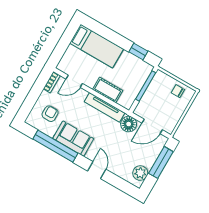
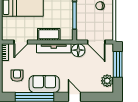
door: (152, 126) -> (96, 42), hinge flipped

